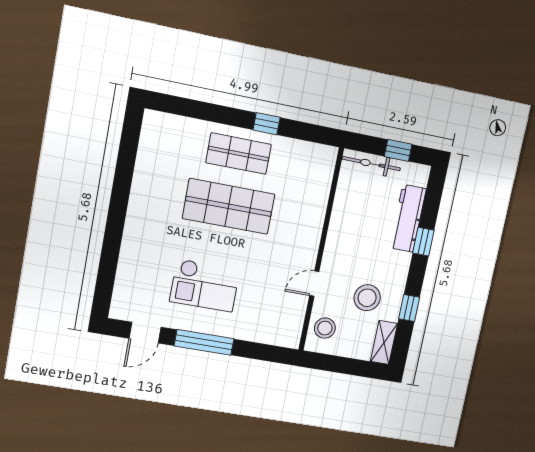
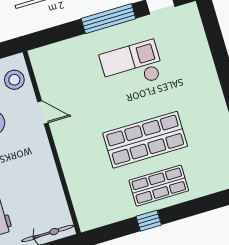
door: (314, 284) -> (43, 112), hinge flipped

